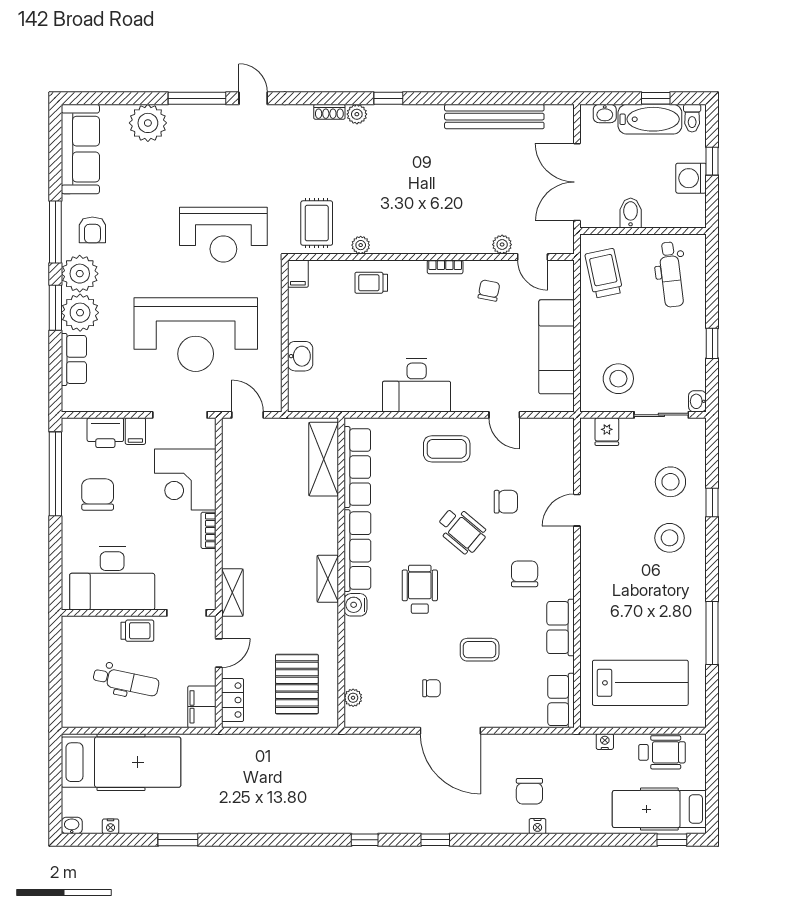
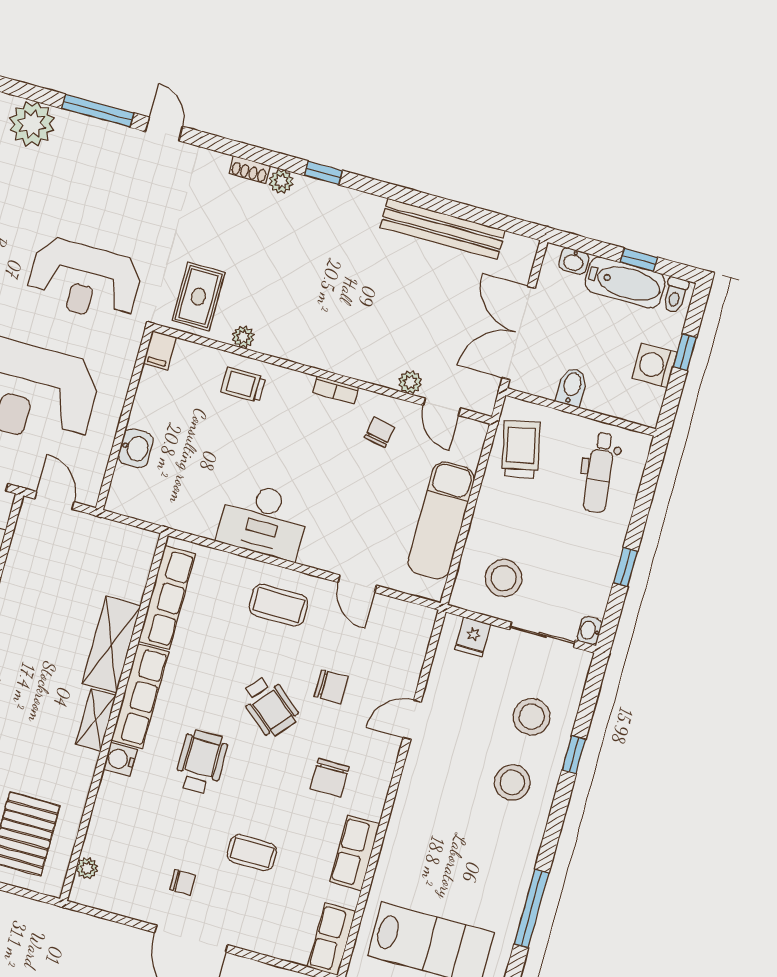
shelving: (324, 459) -> (111, 645), moved
chair: (525, 574) -> (330, 778), turned 180

